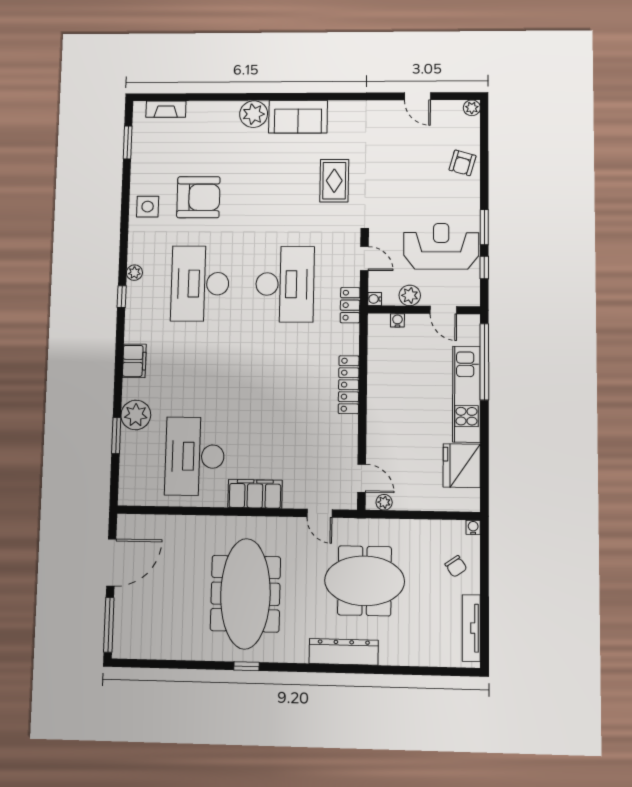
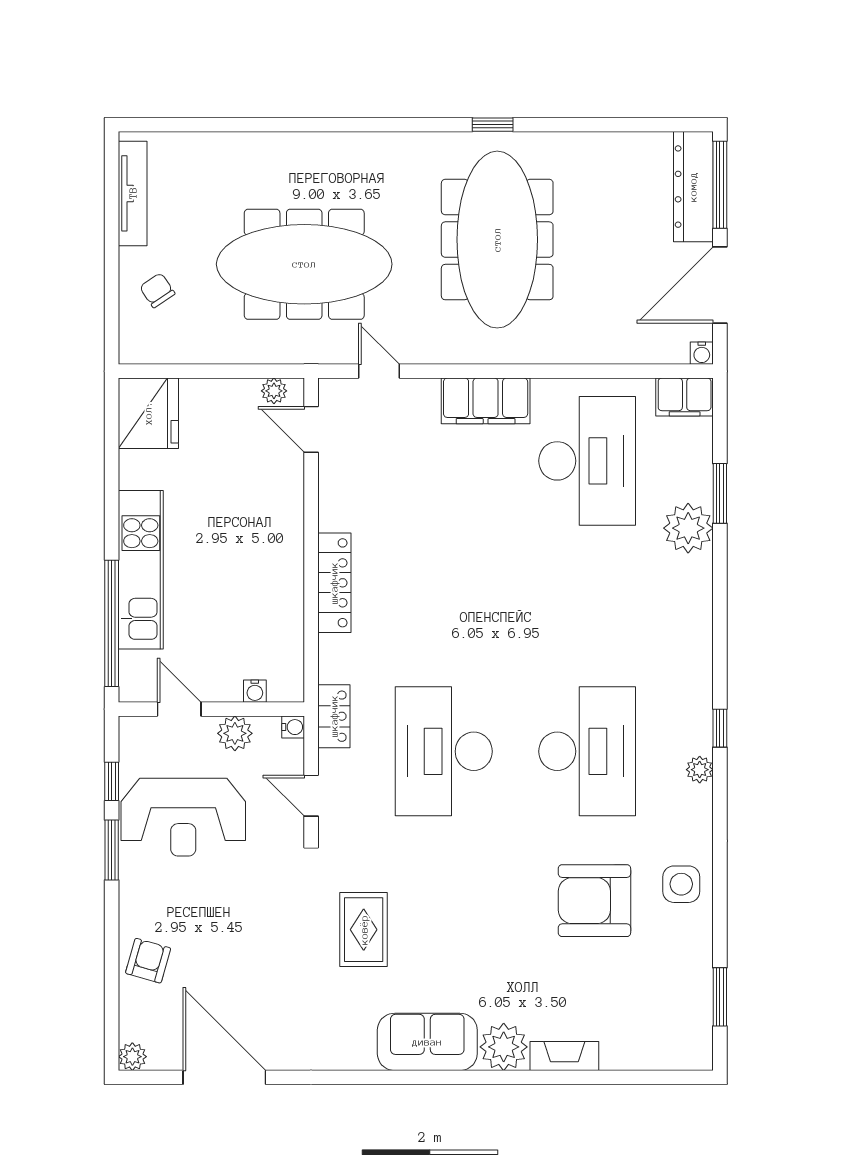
door: (417, 96) -> (224, 1077), width x1.88
fireplace: (166, 109) -> (564, 1056), moved
filing cabinet: (134, 361) -> (685, 397), moved, turned -90
fridge: (462, 466) -> (148, 413), moved
water cooler: (473, 527) -> (702, 353), moved
meeting table: (365, 581) -> (304, 264), width x1.36
dresser: (344, 652) -> (693, 187), moved, turned 90

